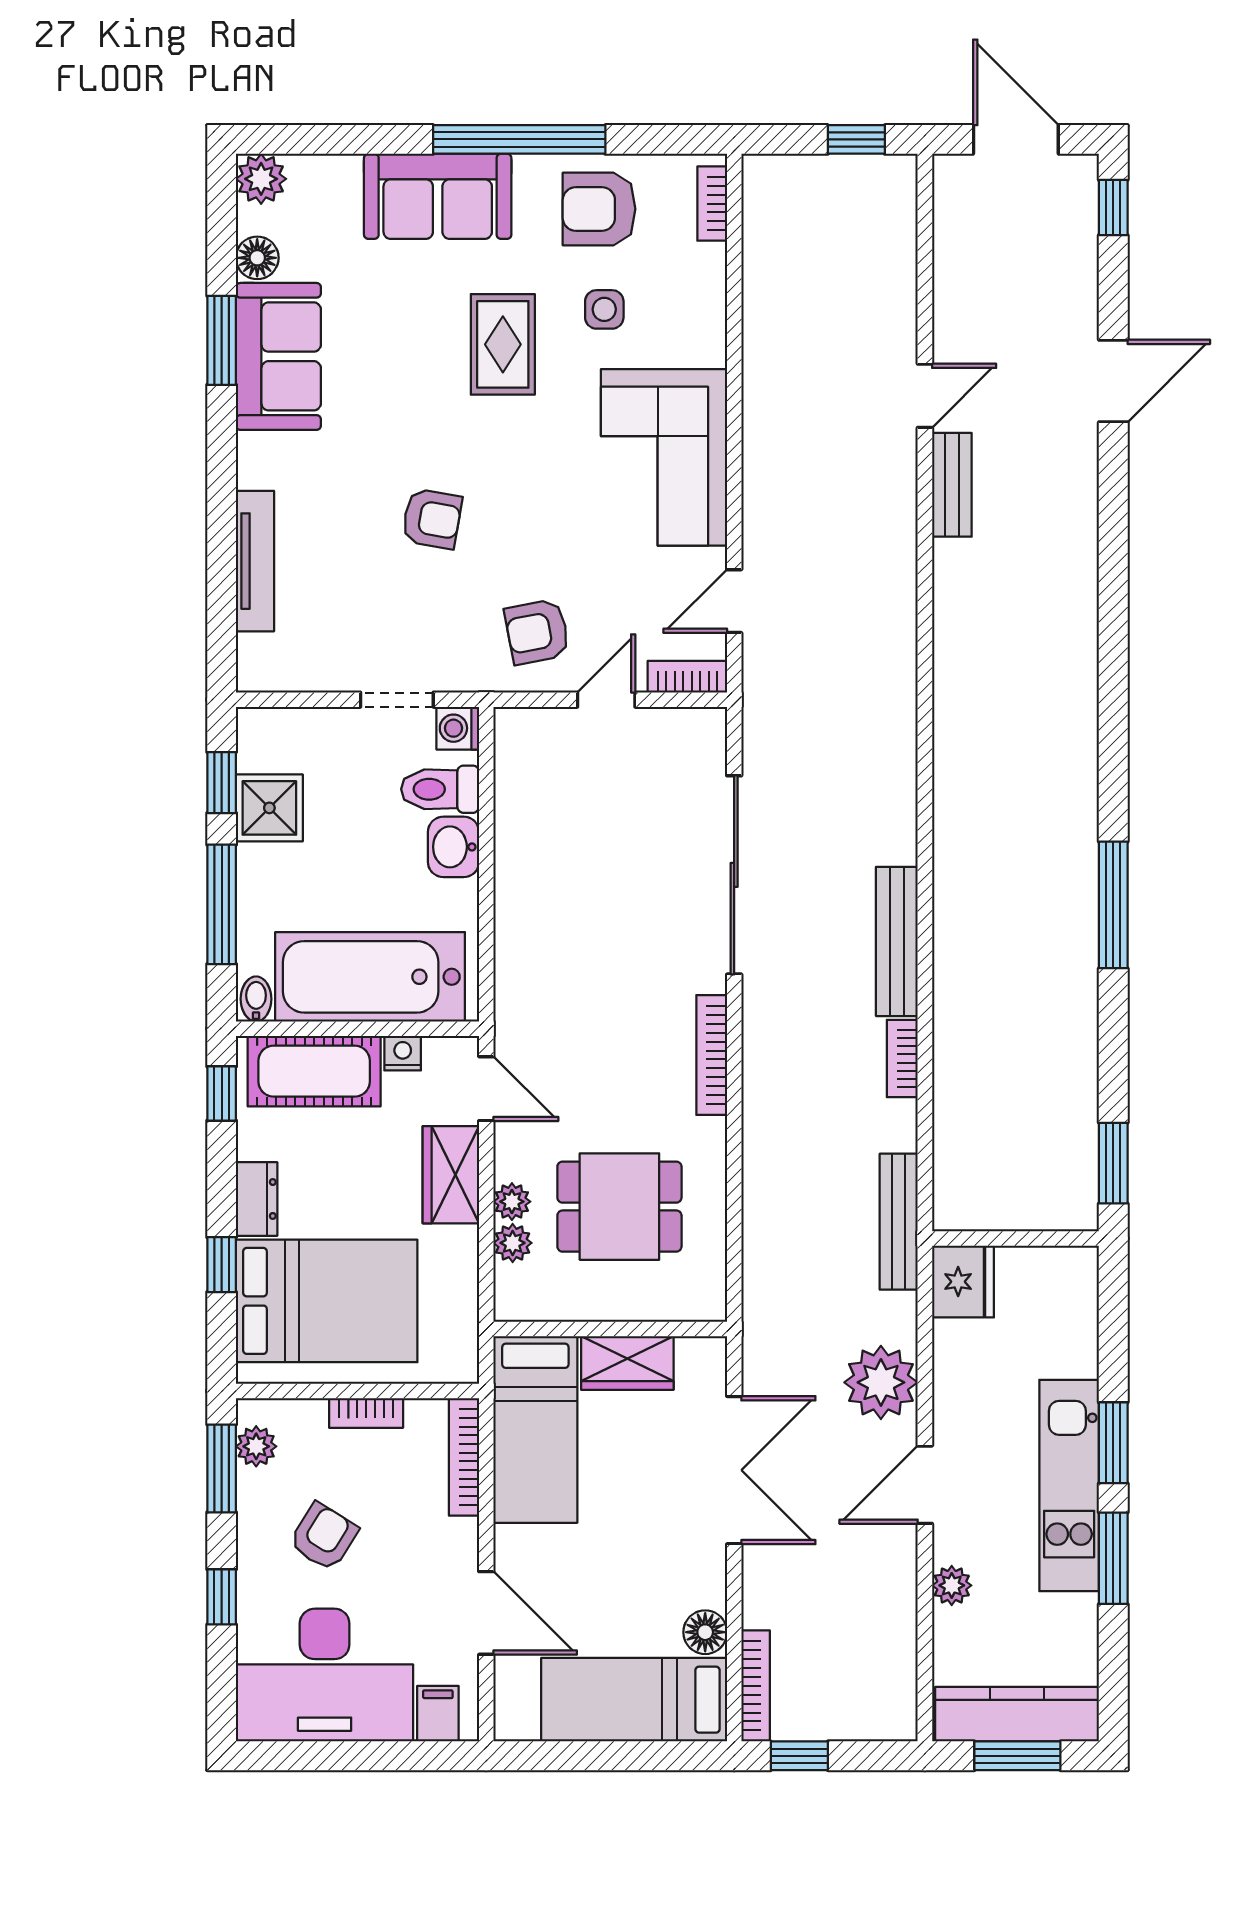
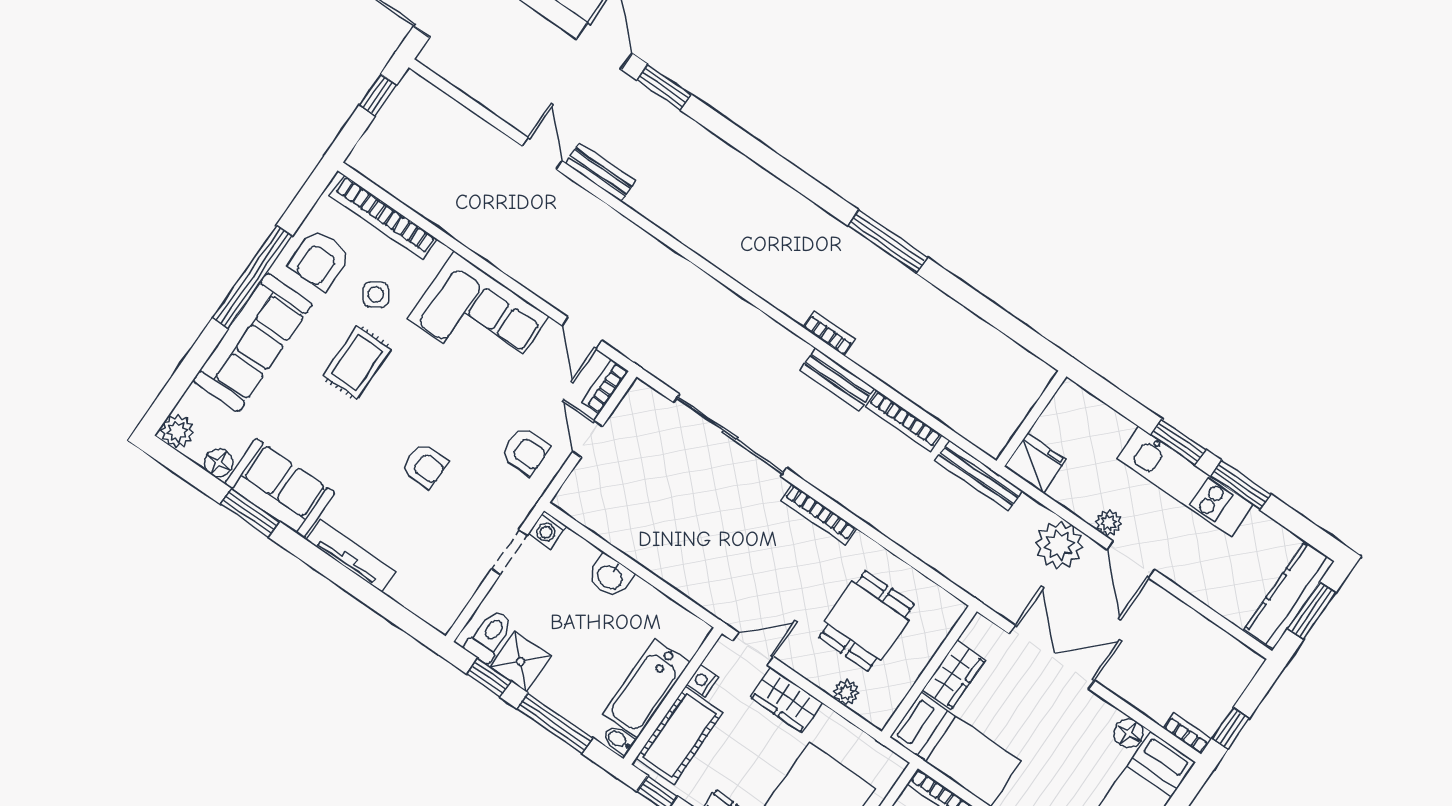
sofa: (438, 196) -> (253, 342), width x1.36
bookcase: (712, 204) -> (384, 217), width x2.31, depth x1.31
side table: (604, 309) -> (376, 294), turned -35
rug: (503, 344) -> (357, 362), turned 90
armchair: (432, 519) -> (425, 466), turned 80
tv unit: (255, 561) -> (351, 556), moved
armchair: (537, 632) -> (525, 451), turned -79
toilet: (440, 789) -> (490, 636), moved, turned 180
bookcase: (948, 911) -> (829, 333), added
bench: (897, 941) -> (837, 379), width x0.73
bathtub: (370, 977) -> (646, 688), width x0.73, depth x0.73
bookcase: (902, 1059) -> (904, 421), width x1.56
window: (1113, 1163) -> (664, 87), moved
plant: (512, 1202) -> (824, 677), removed
plant: (952, 1585) -> (1109, 523), moved
bookcase: (756, 1686) -> (1187, 733), width x0.64

